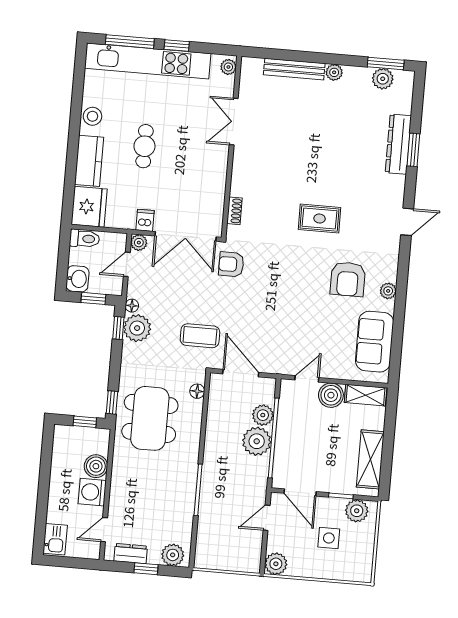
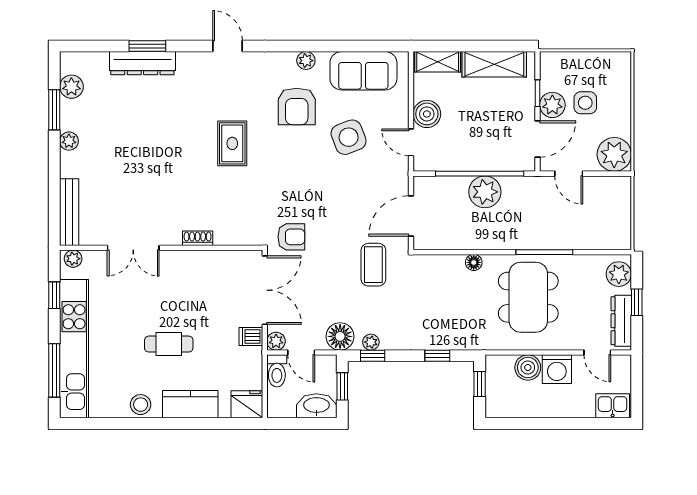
window: (177, 46) -> (54, 295), moved
window: (386, 63) -> (54, 110), moved
bench: (294, 69) -> (69, 212), moved
fridge: (89, 207) -> (247, 404), width x0.73, depth x0.75
shoe rack: (234, 211) -> (198, 238), moved
toilet: (85, 239) -> (277, 371), moved, turned 180
armchair: (231, 264) -> (291, 237), turned -90
washbasin: (77, 279) -> (316, 406), width x1.38
armchair: (348, 279) -> (297, 106), turned 90
floor lamp: (132, 306) -> (340, 336), width x1.89, depth x1.89
side table: (316, 323) -> (349, 137), added
plant: (137, 328) -> (371, 342), width x0.53, depth x0.53
floor lamp: (197, 391) -> (474, 262), moved
shelving: (366, 395) -> (438, 62), moved, turned 90
window: (112, 402) -> (437, 356), moved
plant: (263, 415) -> (455, 188), removed
dining table: (150, 418) -> (528, 297), moved, turned 90
plant: (357, 511) -> (552, 105), moved
dresser: (131, 554) -> (621, 321), width x1.44
plant: (276, 564) -> (614, 154), width x1.36, depth x1.36

